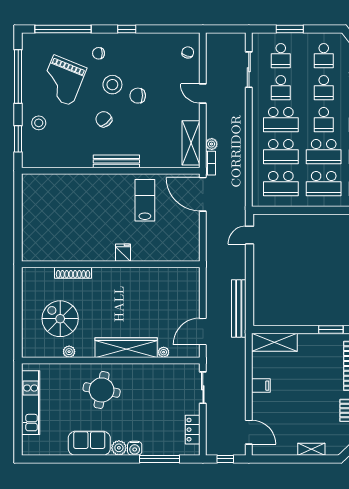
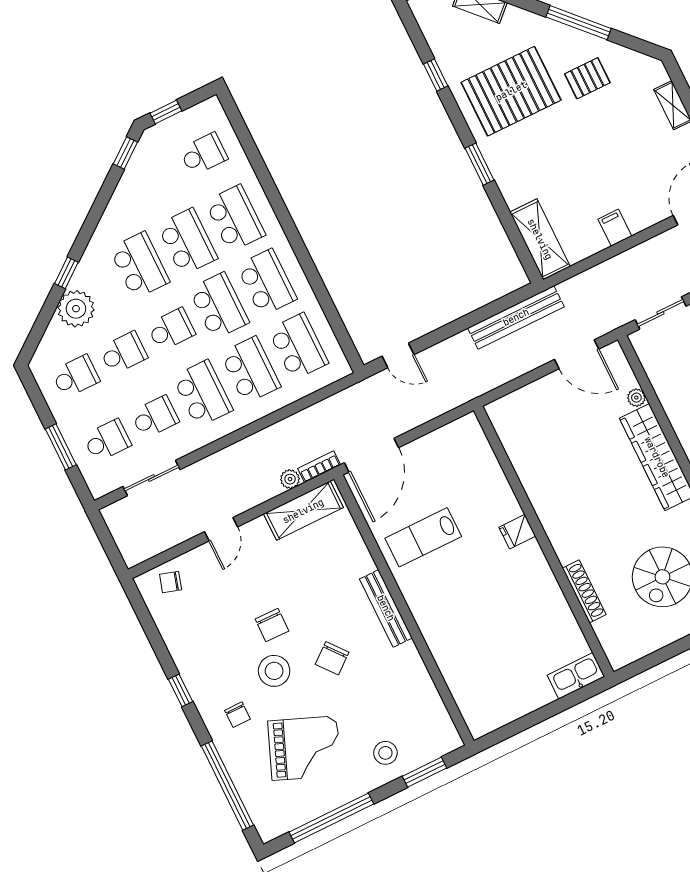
kitchen sink: (30, 246) -> (576, 676), added

